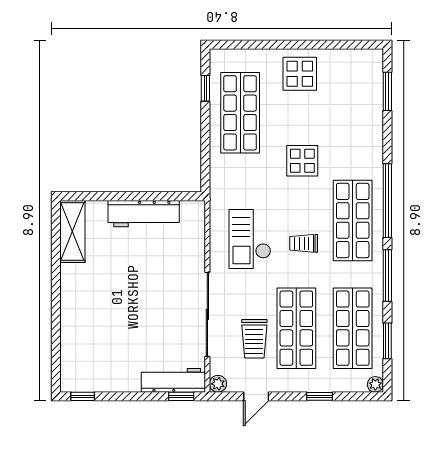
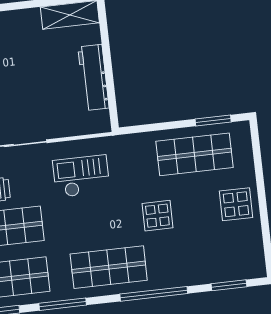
window: (205, 88) -> (213, 120), width x1.50
window: (387, 201) -> (154, 294), moved
trolley: (304, 243) -> (83, 225), removed

